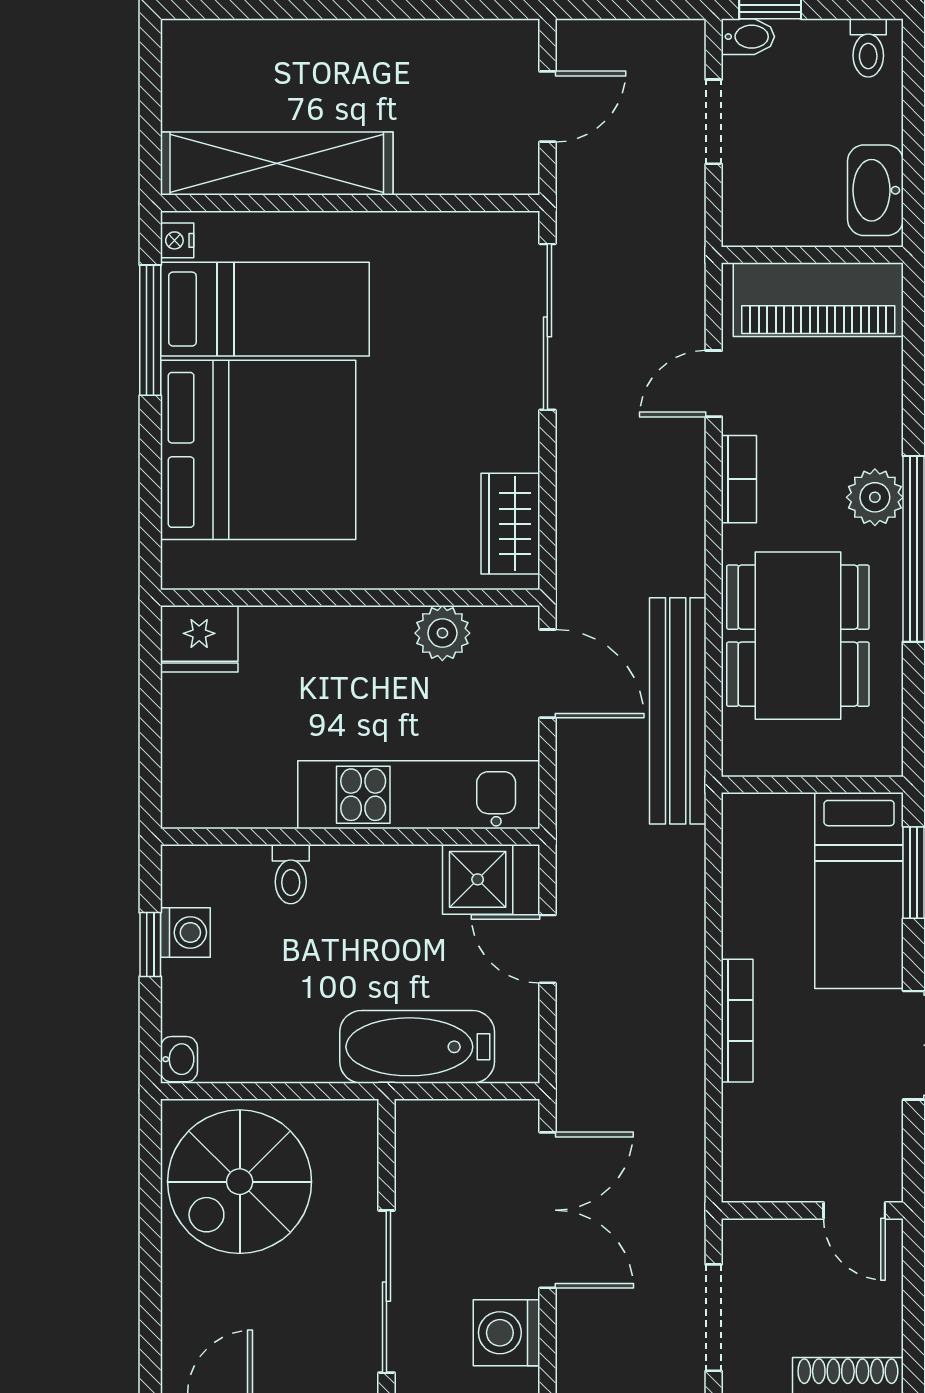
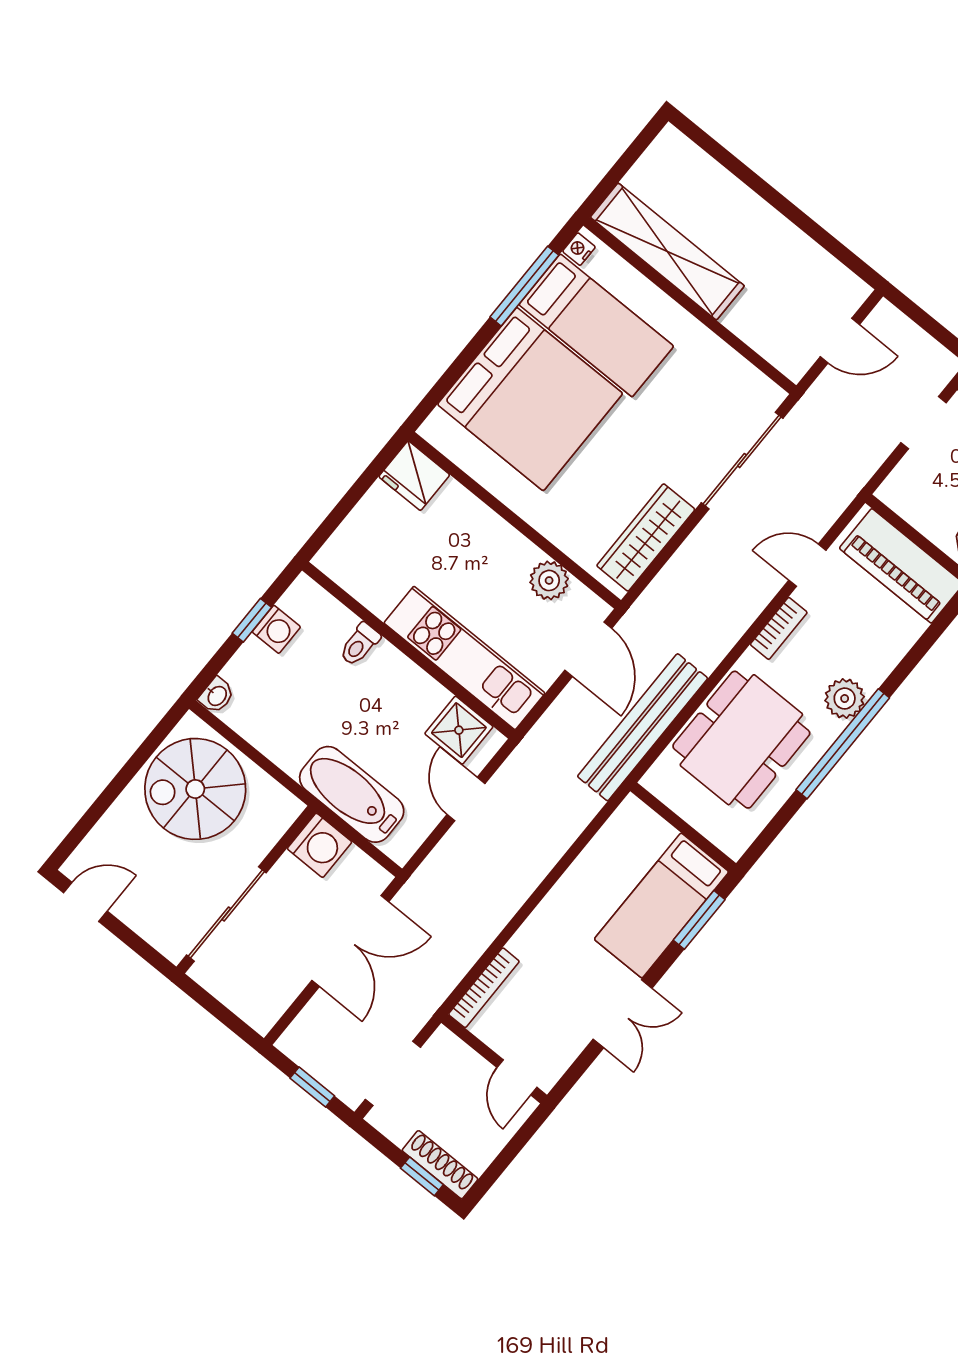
wardrobe: (510, 524) -> (646, 537), width x1.50
bookcase: (737, 1021) -> (484, 988), moved
washing machine: (507, 1333) -> (320, 845), moved, turned 180

